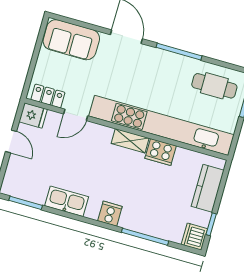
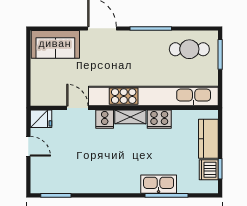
locker: (48, 96) -> (49, 98), removed
door: (76, 115) -> (77, 108), swing flipped
kitchen sink: (67, 201) -> (159, 184), moved
cooker: (110, 214) -> (105, 119), moved, turned 180
dishwasher: (194, 237) -> (209, 170), moved

